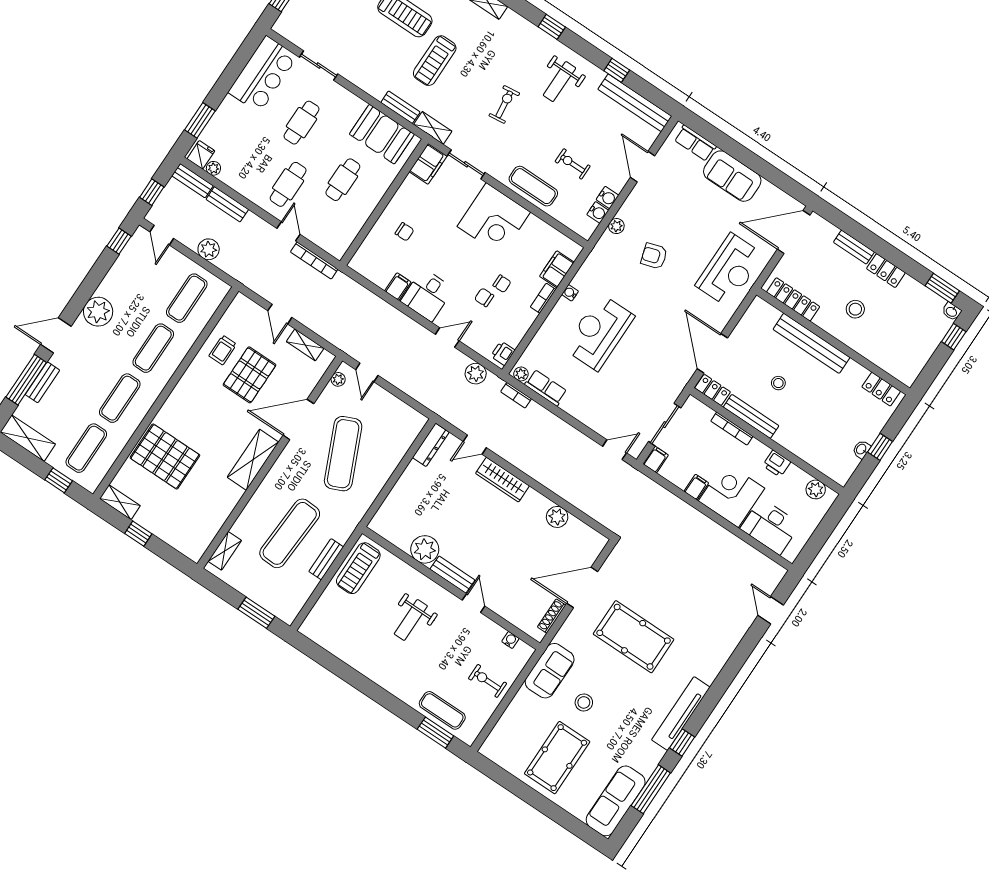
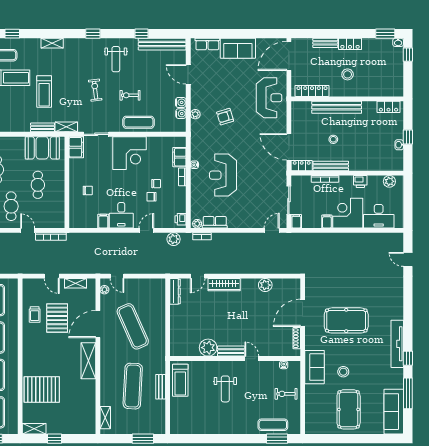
exercise bike: (573, 164) -> (130, 95), moved

